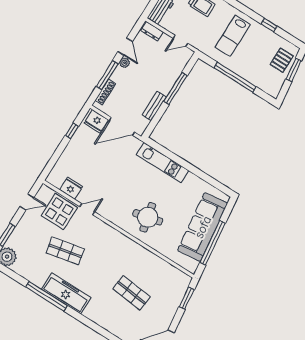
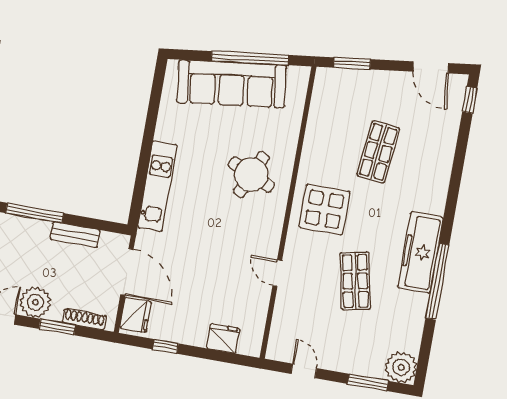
plant: (124, 63) -> (35, 302), width x1.87, depth x1.87
window: (107, 75) -> (57, 327), width x0.69
fridge: (71, 188) -> (223, 338), moved, turned 90
display table: (59, 212) -> (324, 209), moved
round table: (148, 217) -> (251, 175), turned 37

